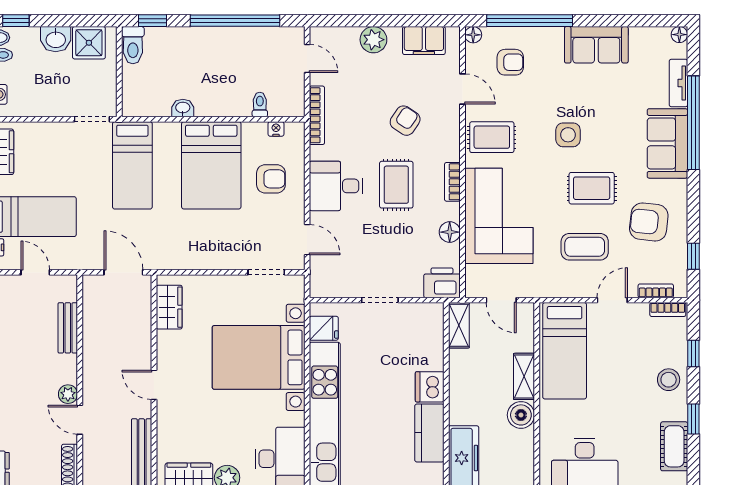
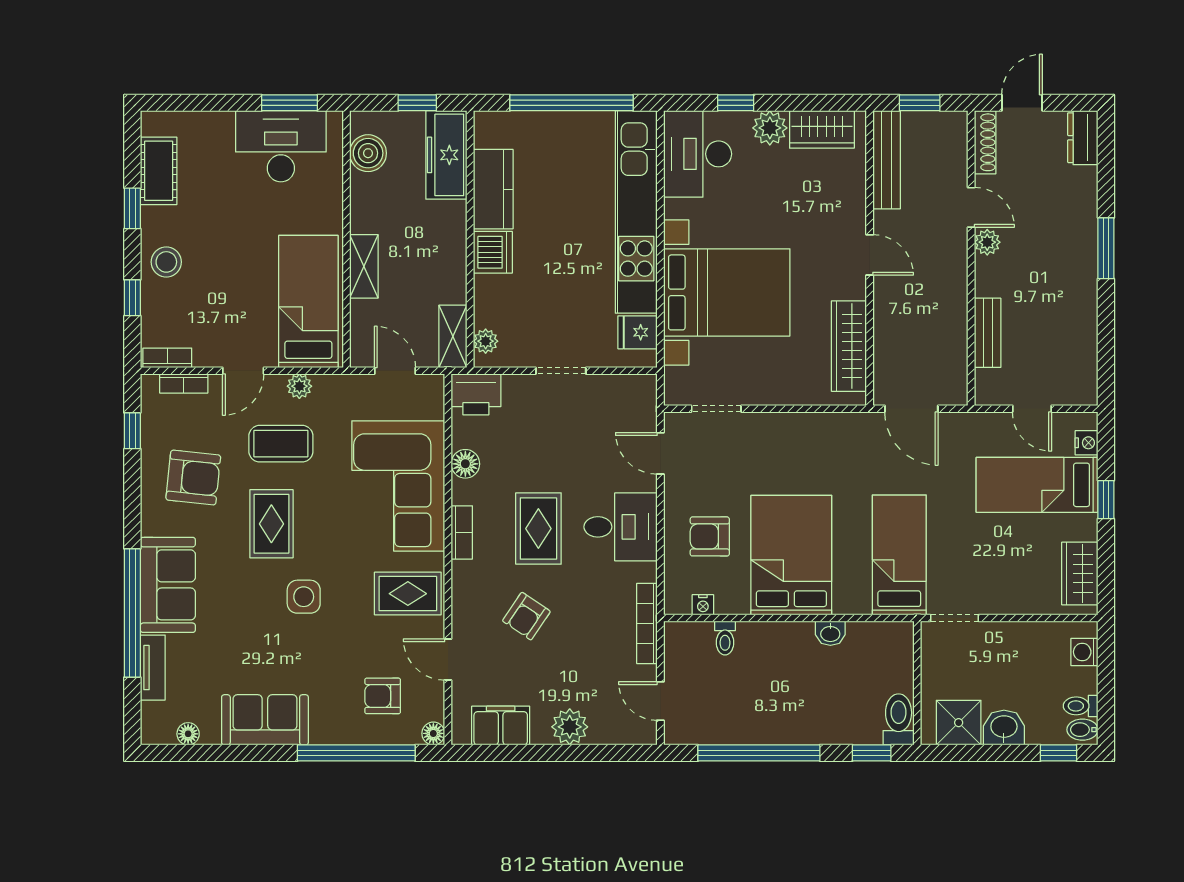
floor lamp: (679, 35) -> (188, 734), moved
rug: (592, 188) -> (271, 524), turned 90
plant: (571, 289) -> (299, 386), added
wardrobe: (169, 307) -> (849, 346), width x1.50
plant: (435, 322) -> (486, 341), added
boiler: (521, 415) -> (368, 153), moved

